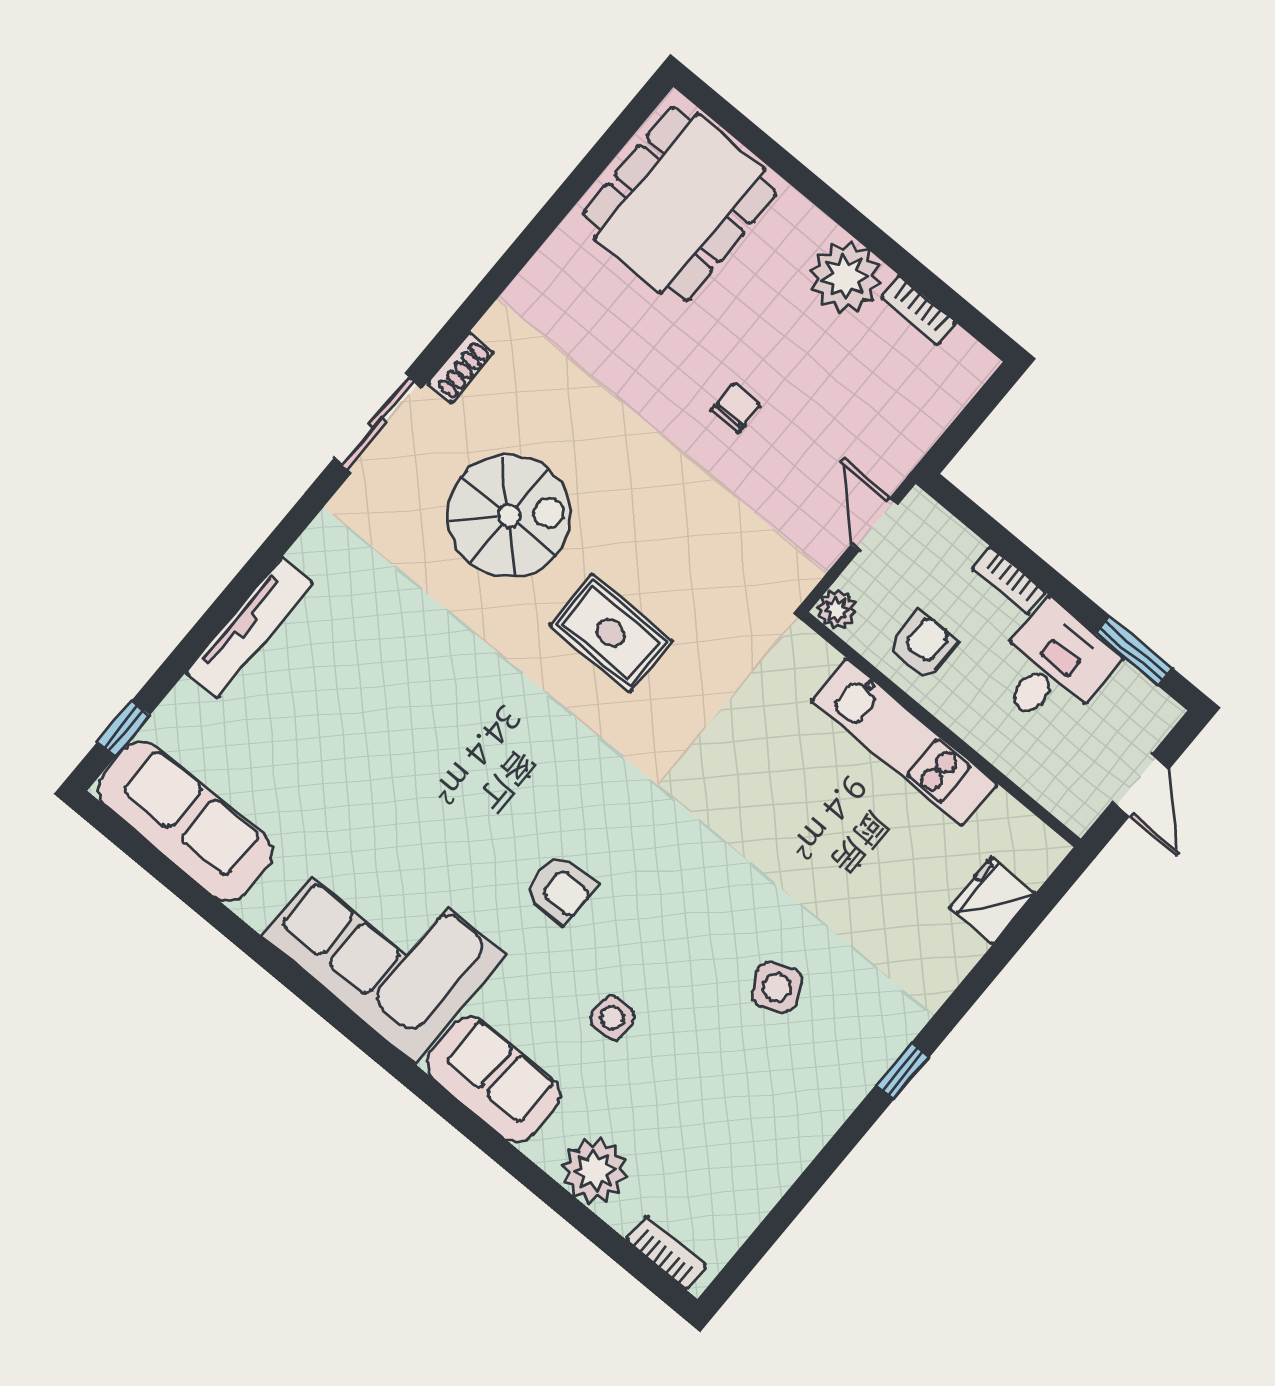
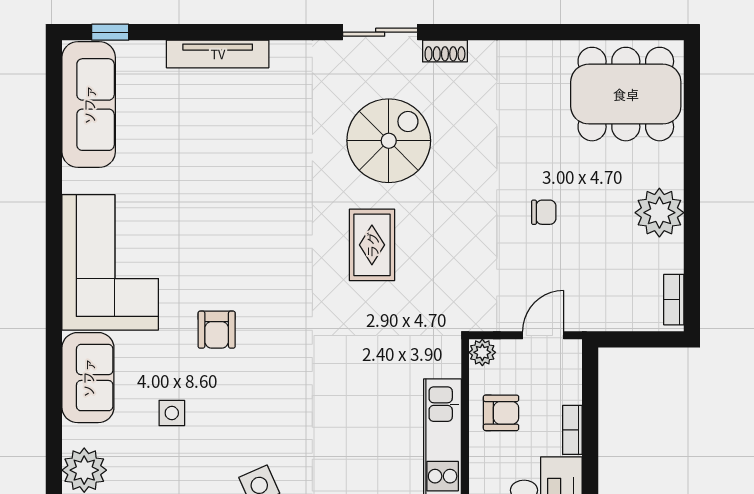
bookcase: (918, 310) -> (674, 300), moved
spiral stairs: (509, 516) -> (389, 141), turned -90

